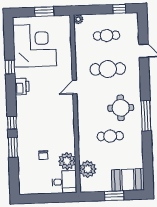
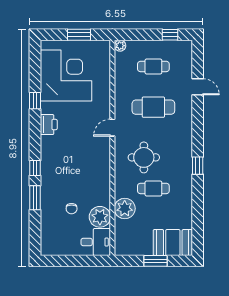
round table: (121, 108) -> (144, 157), moved
window: (146, 116) -> (198, 166), width x0.46
plant: (88, 169) -> (125, 208), moved

